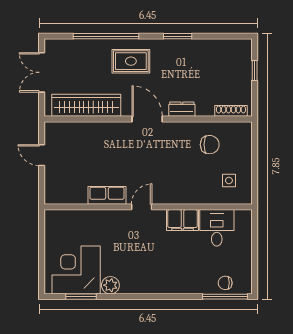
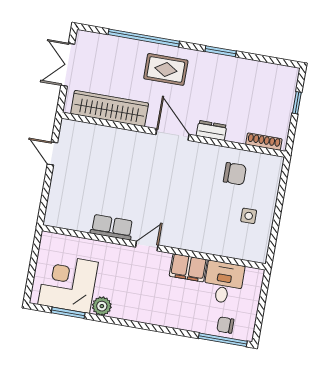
row of seats: (107, 195) -> (112, 227), moved
door: (142, 207) -> (147, 246), moved
wall: (148, 207) -> (154, 247), moved
filing cabinet: (183, 220) -> (188, 268), moved
desk: (217, 228) -> (224, 283), moved

